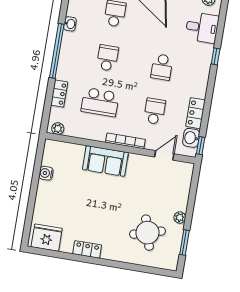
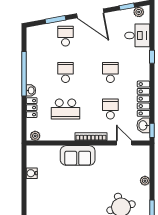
washbasin: (70, 24) -> (31, 90), moved
school desk: (162, 67) -> (110, 73), turned 180
locker: (196, 113) -> (144, 99), width x1.53
door: (164, 155) -> (124, 143), hinge flipped
plant: (180, 218) -> (145, 181), moved

